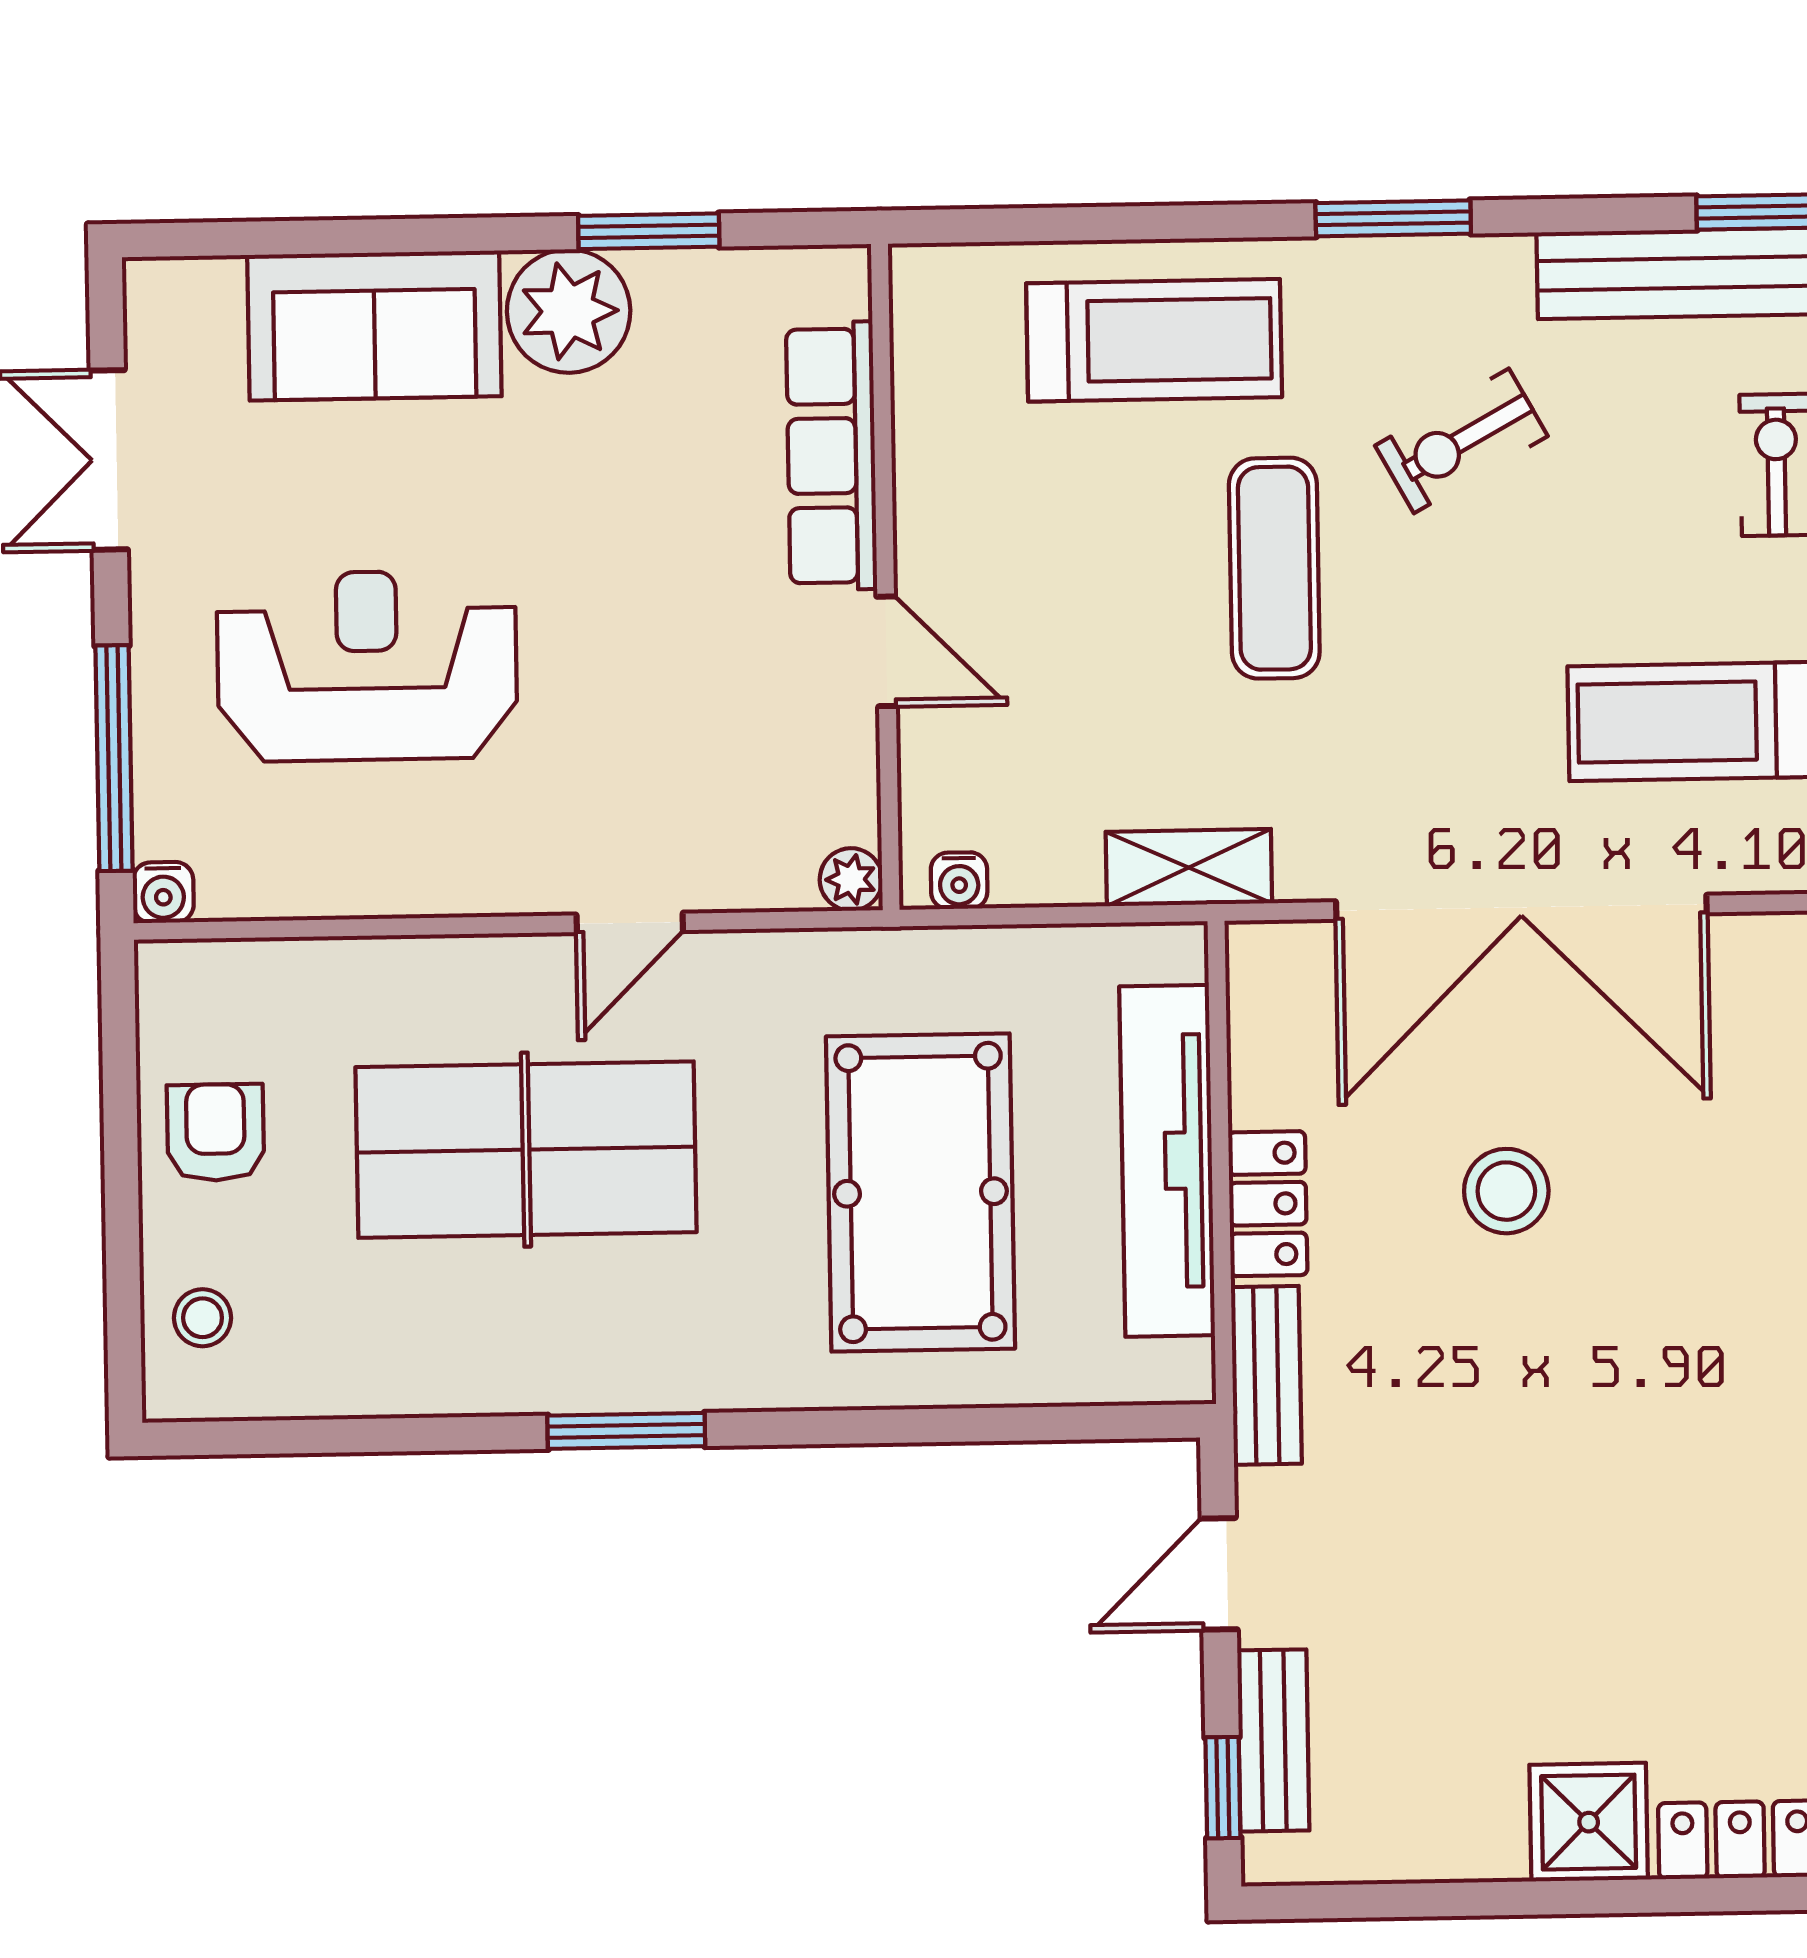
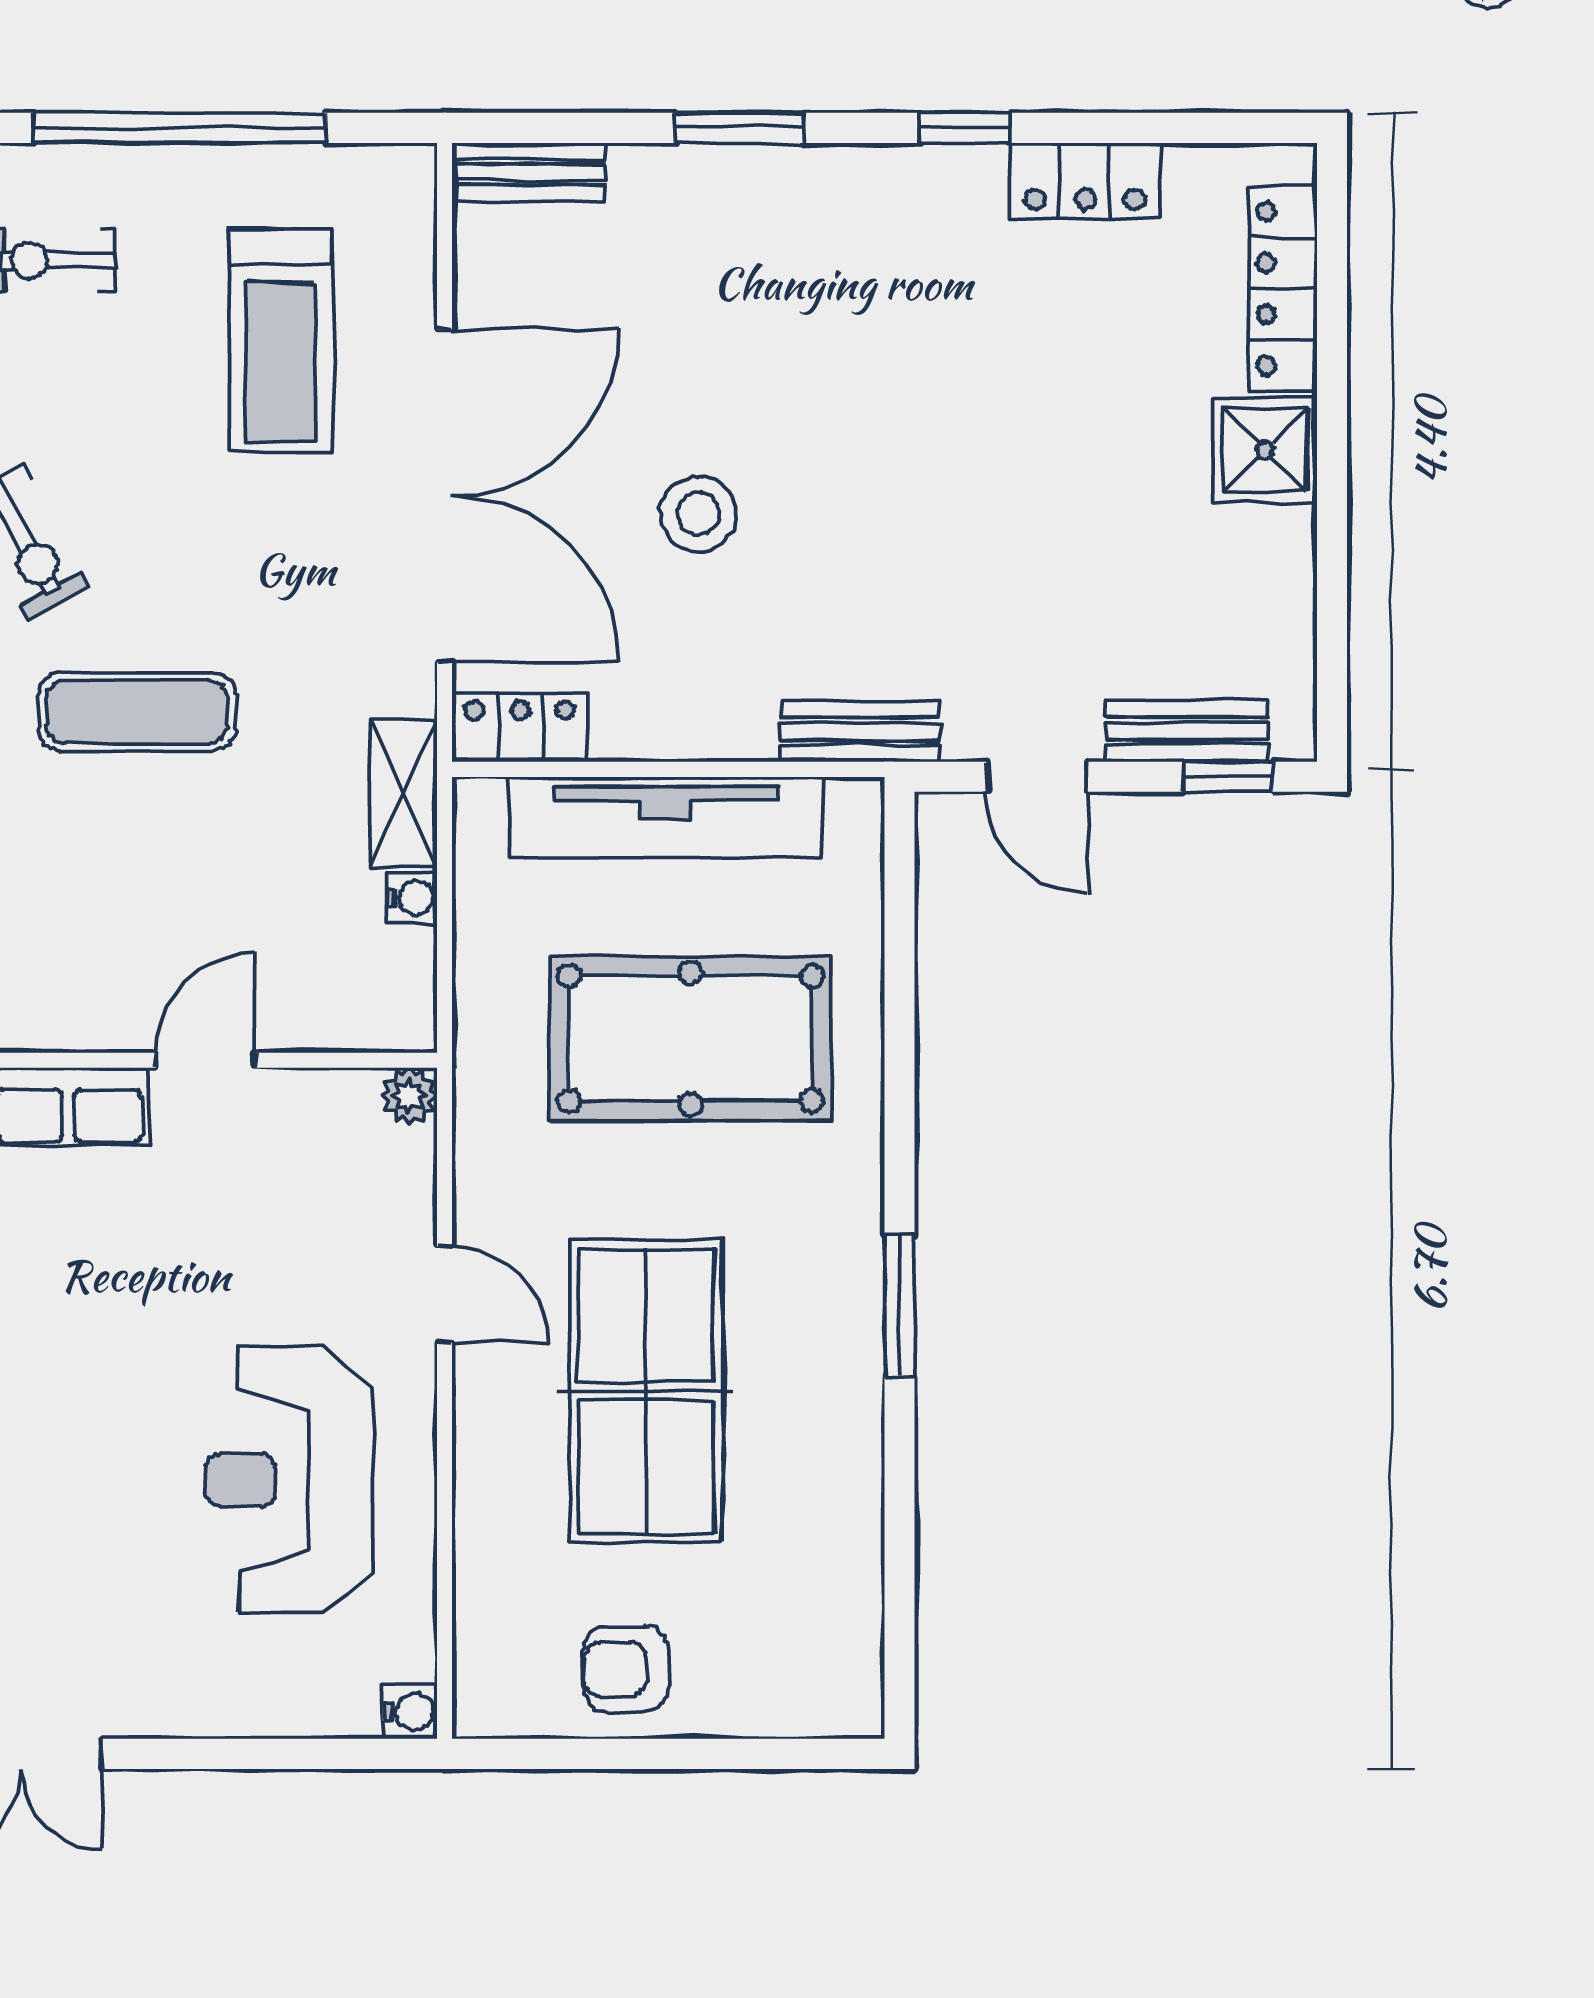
reception desk: (367, 666) -> (289, 1480), moved
window: (114, 758) -> (289, 1754), removed
water cooler: (959, 881) -> (412, 898), moved
locker: (1268, 1204) -> (520, 727), moved
stool: (203, 1318) -> (792, 1683), removed

